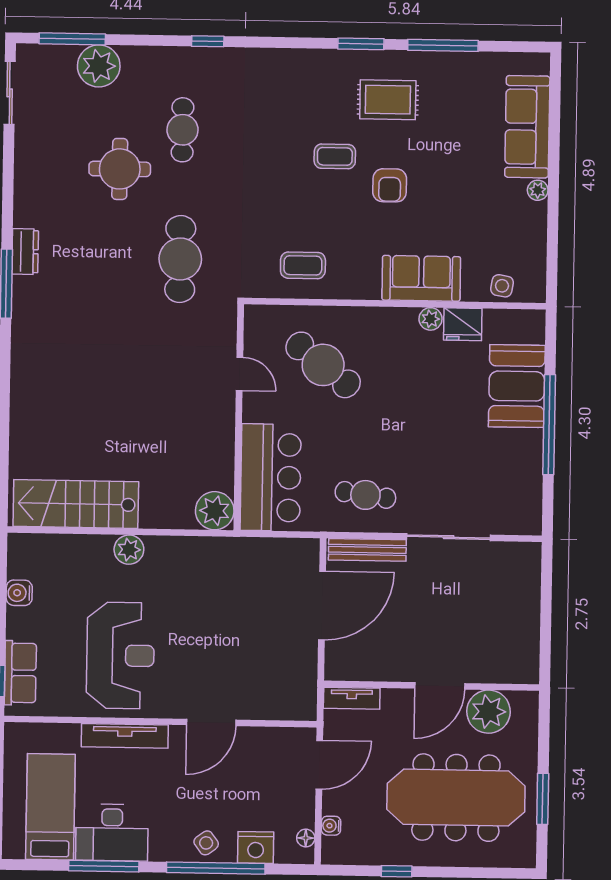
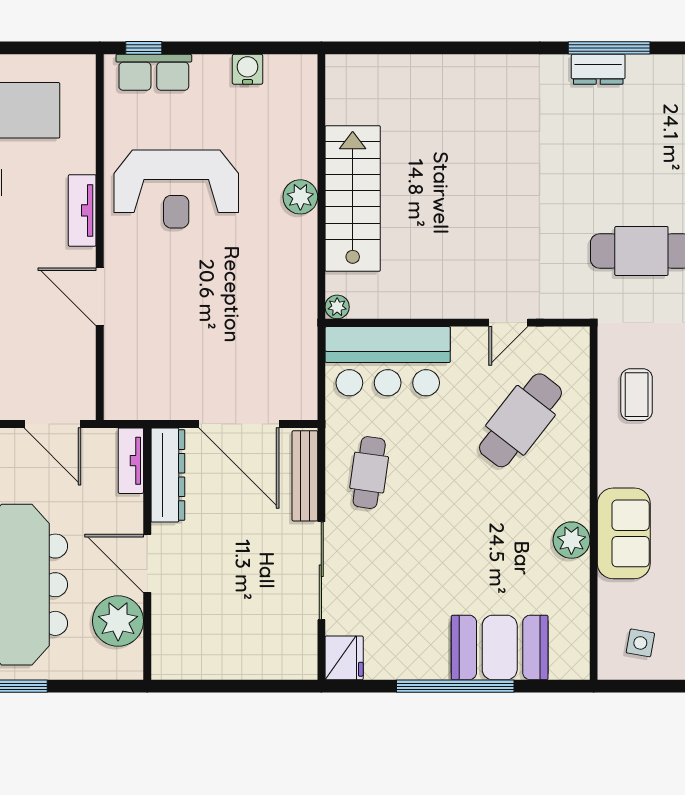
dresser: (25, 252) -> (598, 69), moved
side table: (502, 286) -> (640, 643), moved
plant: (430, 319) -> (571, 540), width x1.38, depth x1.38
fridge: (463, 324) -> (344, 658), moved, turned 180
stairs: (76, 504) -> (353, 198), moved
plant: (215, 511) -> (337, 307), width x0.53, depth x0.53
dresser: (365, 667) -> (168, 475), added
tv unit: (125, 736) -> (82, 210), width x0.71

